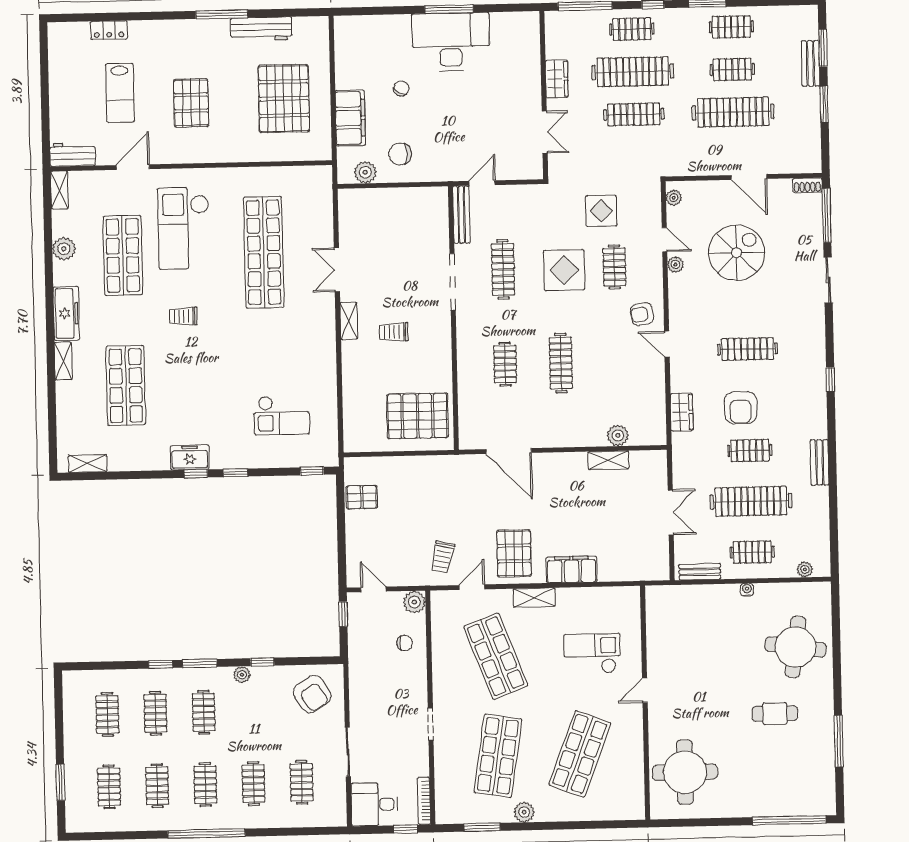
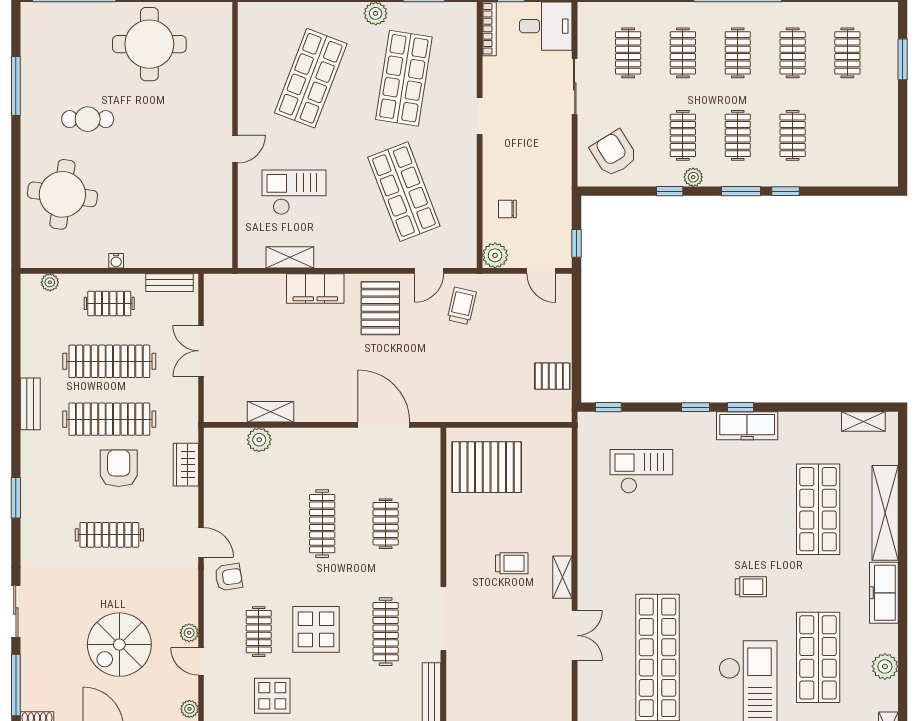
shelving: (63, 361) -> (885, 513), width x2.20, depth x1.33
window: (830, 380) -> (16, 498), width x1.50
clothes rail: (750, 451) -> (109, 419), width x1.86, depth x1.31
freezer: (190, 457) -> (747, 426), width x1.40
shelving: (534, 598) -> (290, 257), moved
checkout: (592, 653) -> (294, 192), turned 180
clothes rail: (107, 714) -> (683, 135), moved
round table: (685, 772) -> (149, 44), moved

